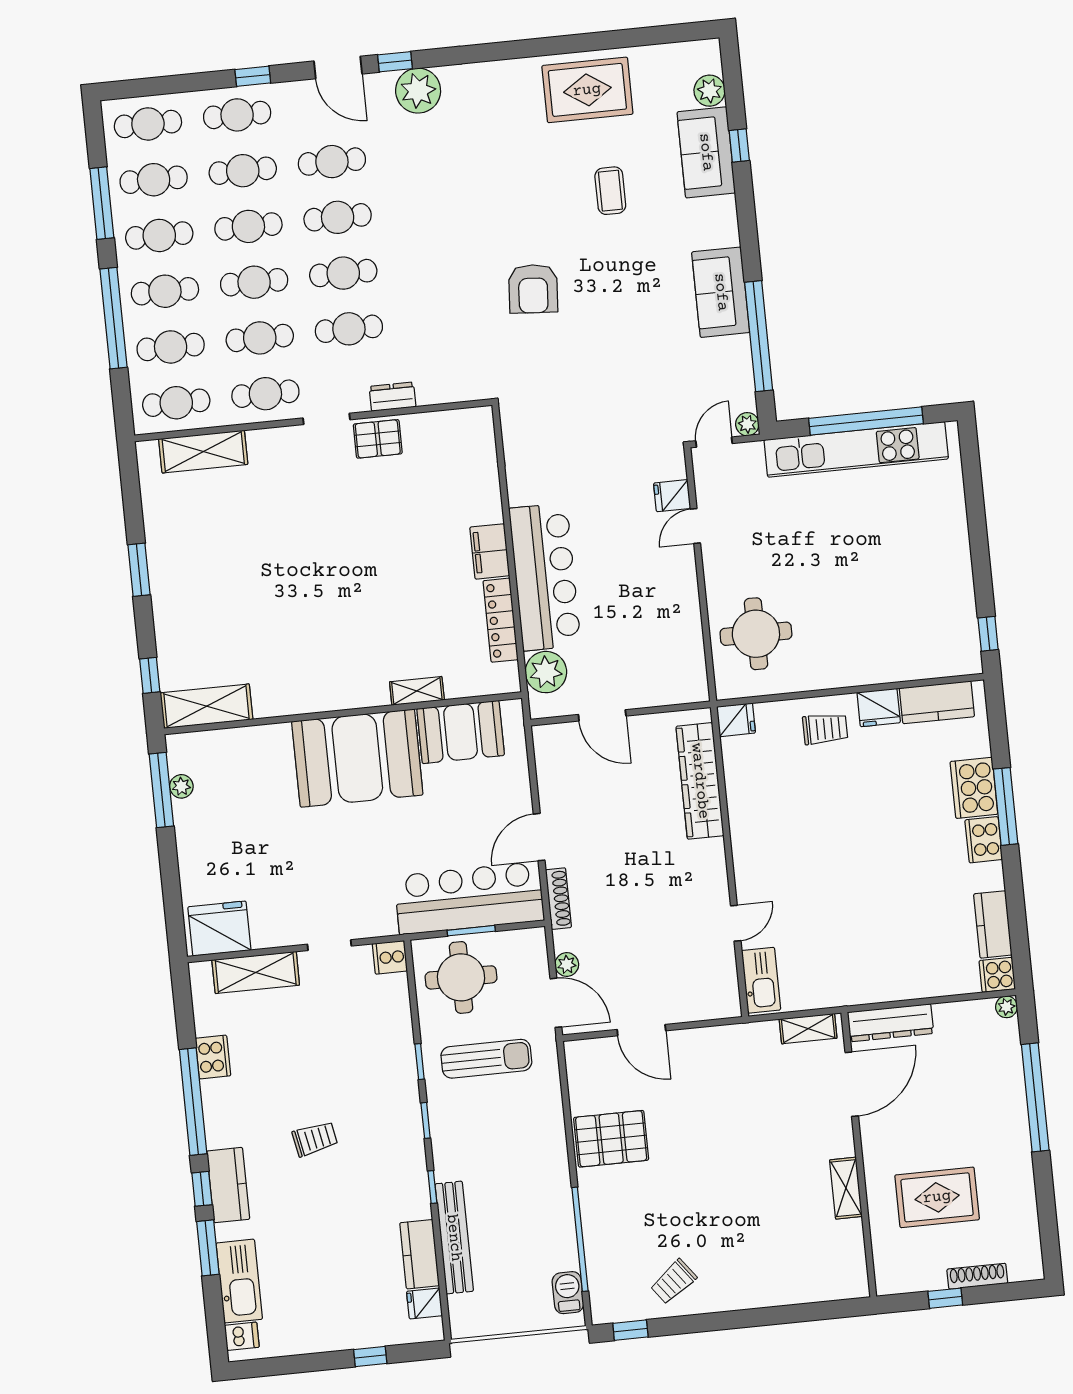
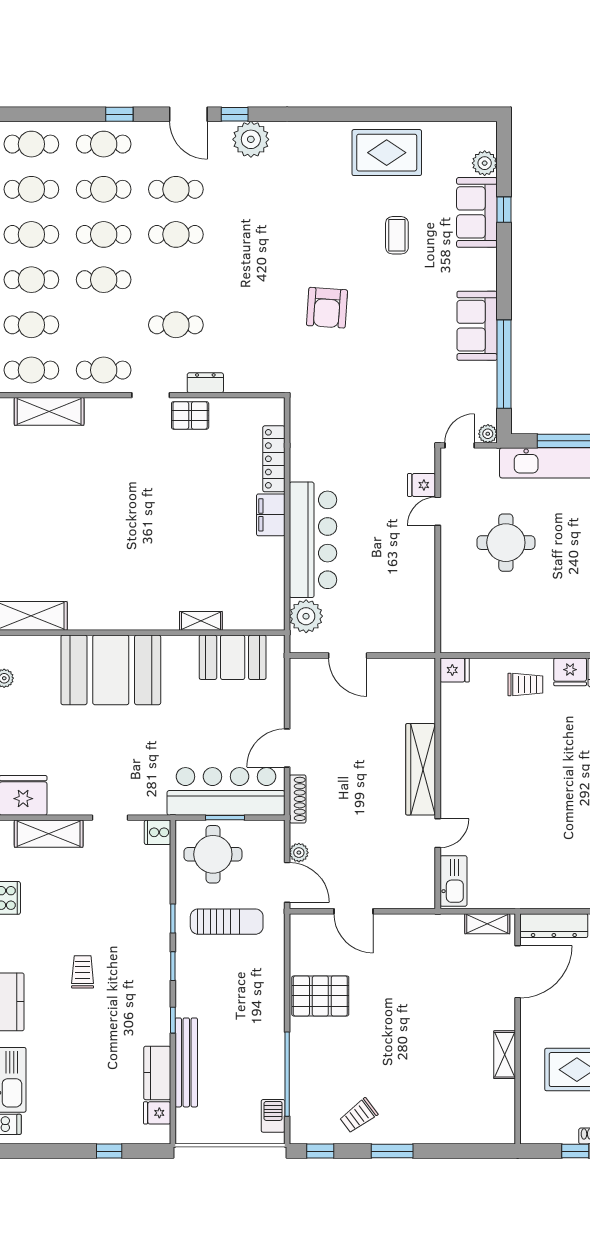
cafe table: (343, 273) -> (176, 280), removed
cafe table: (260, 338) -> (104, 325), removed
locker: (501, 620) -> (274, 459), moved
round table: (756, 634) -> (506, 543), moved
booth: (357, 758) -> (111, 670), moved
wardrobe: (700, 781) -> (421, 769), moved
trolley: (315, 1139) -> (83, 972), turned -79
window: (719, 1321) -> (392, 1151), added

